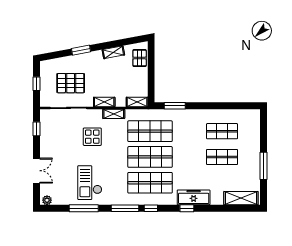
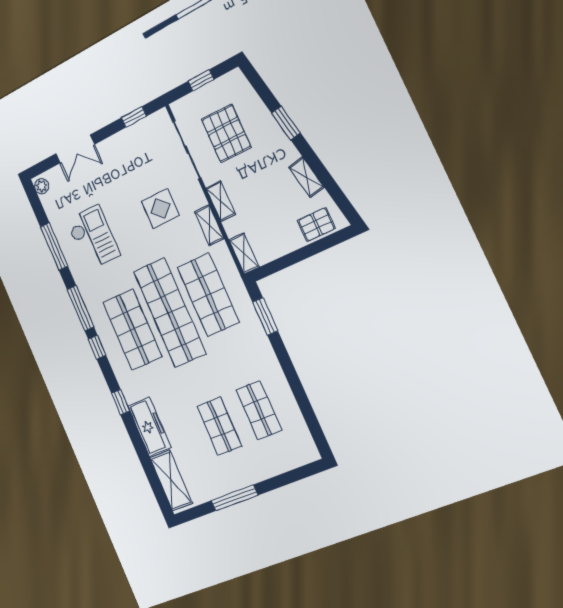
shop shelf: (150, 157) -> (170, 312), width x1.40
checkout: (90, 183) -> (93, 238), turned 90
freezer: (194, 197) -> (149, 427), moved

